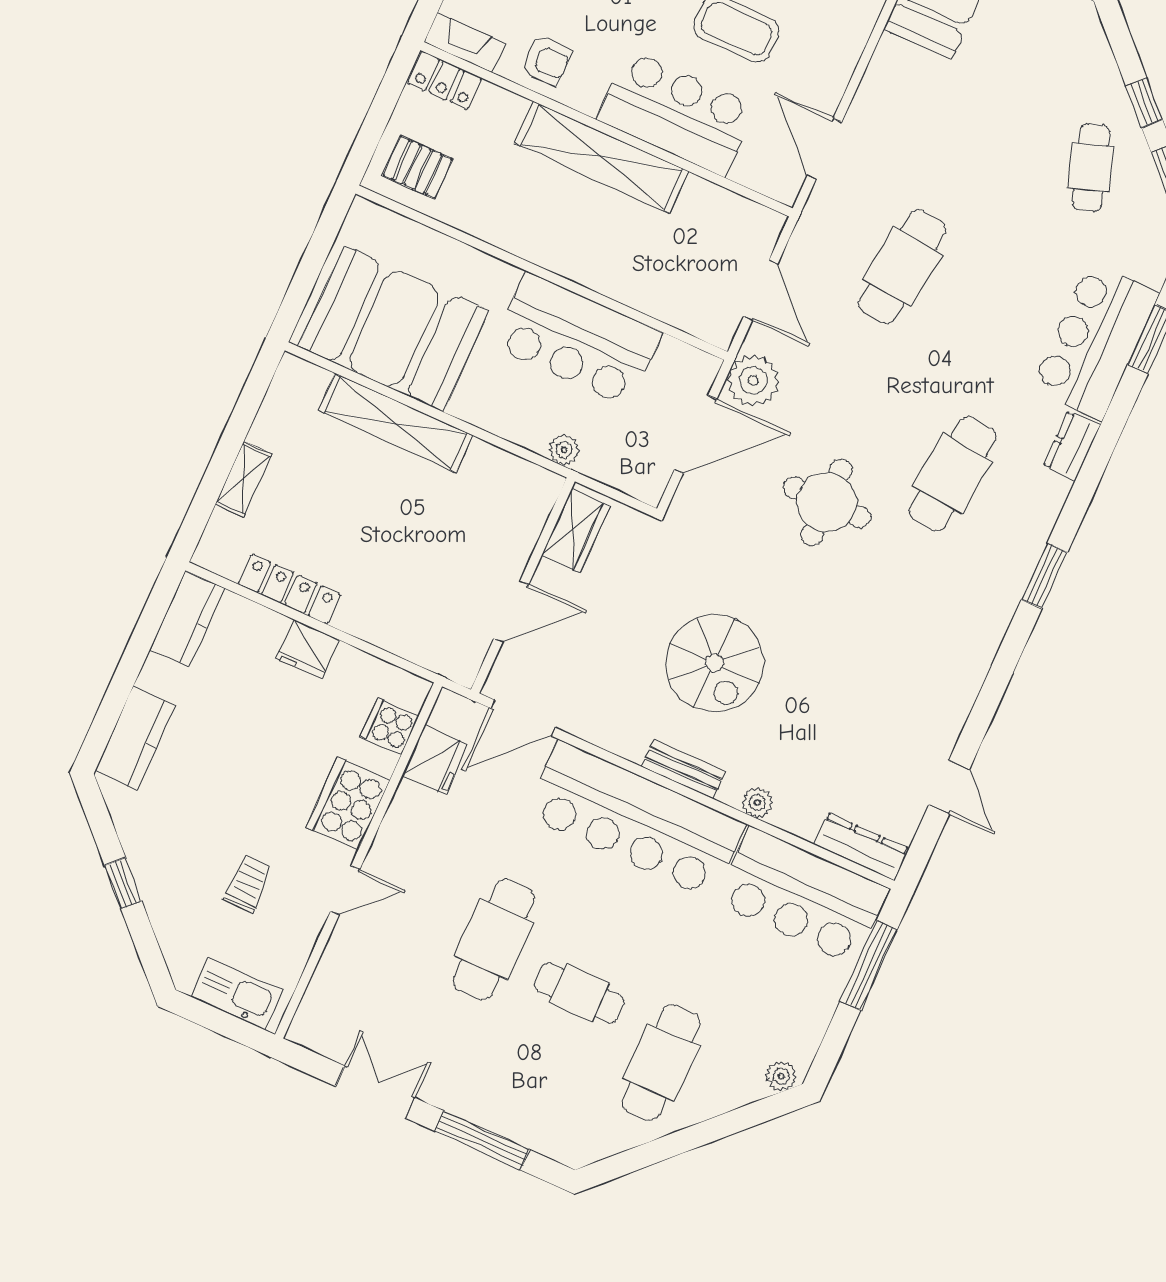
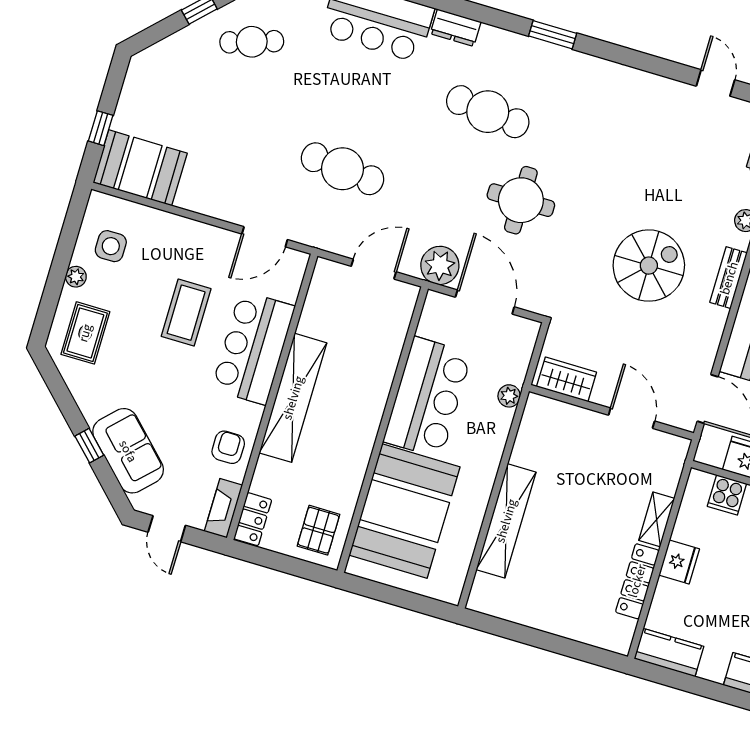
booth: (394, 329) -> (404, 511), moved
shelving: (244, 479) -> (657, 519), moved, turned 90
door: (949, 787) -> (715, 83), hinge flipped

